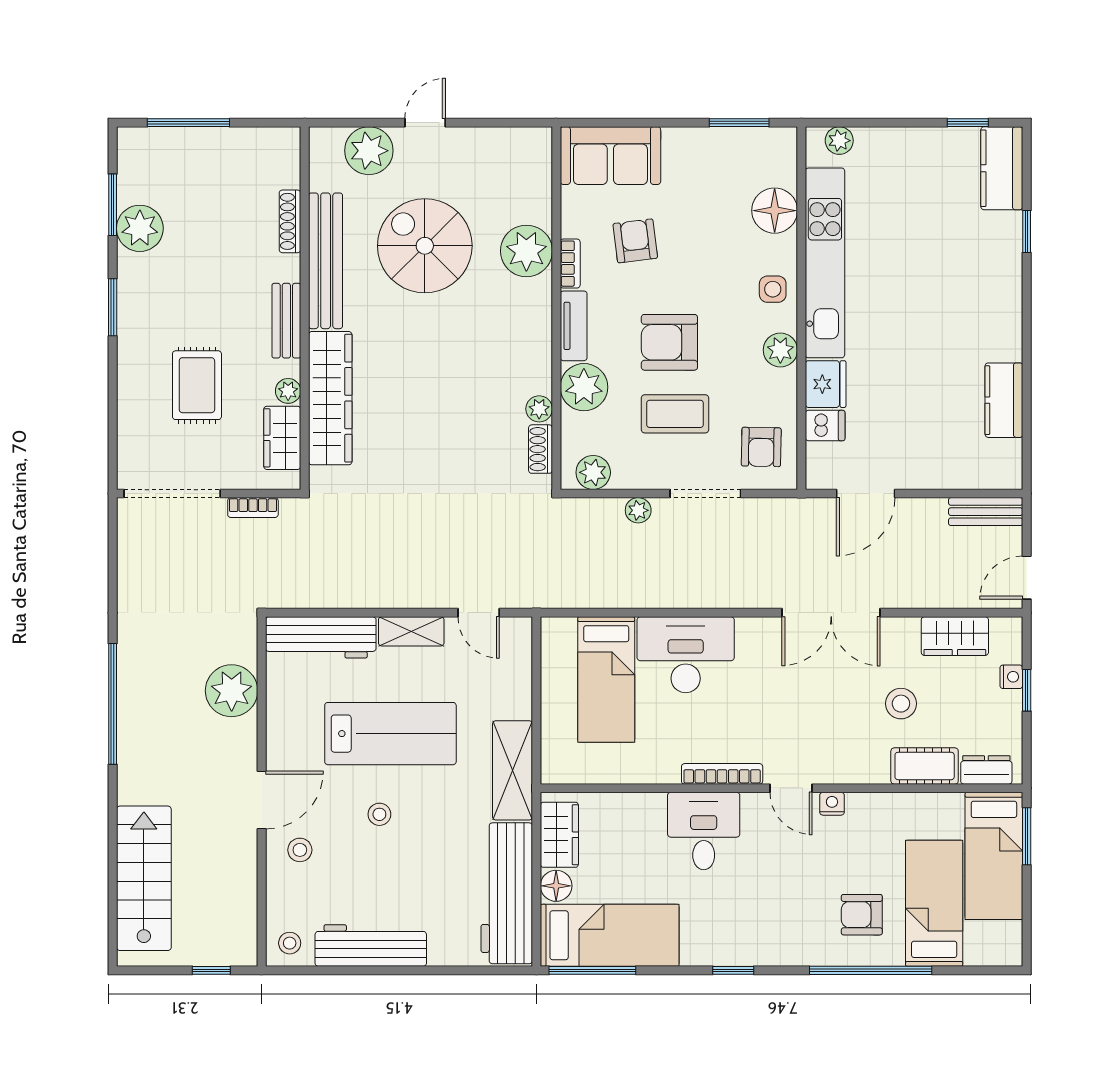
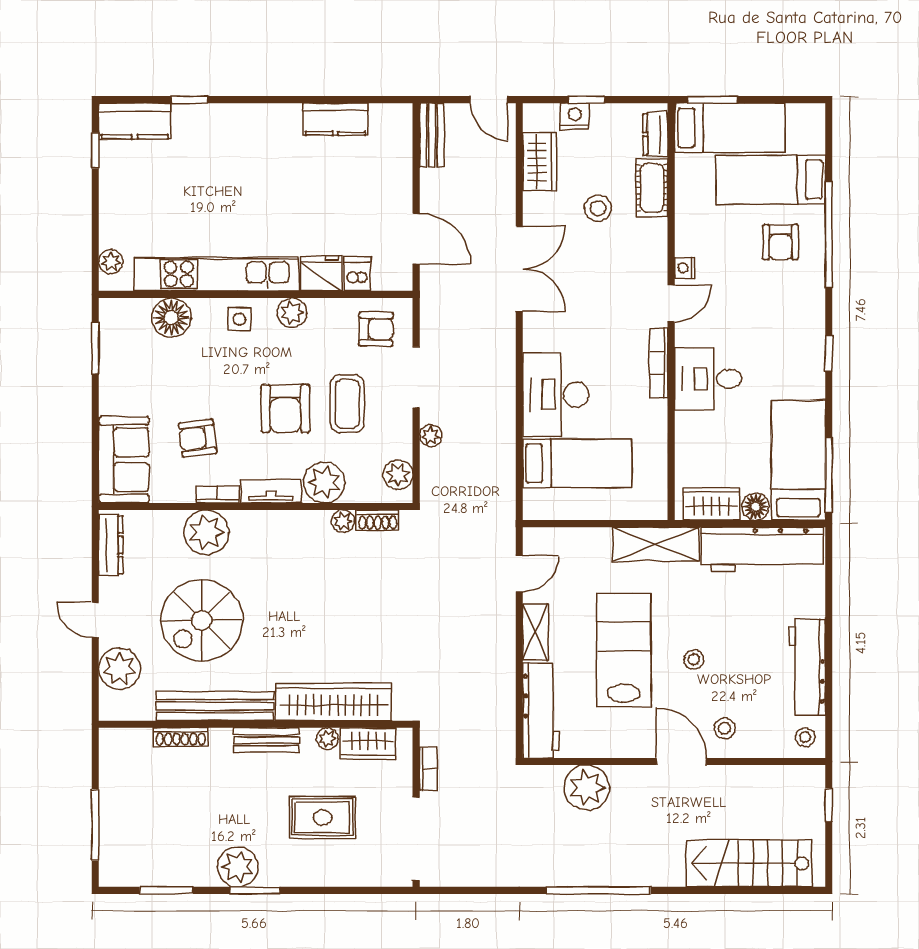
dresser: (512, 140) -> (111, 545), added
plant: (140, 228) -> (238, 867), moved
nightstand: (1011, 677) -> (575, 116), width x1.39, depth x1.35

